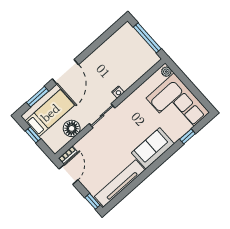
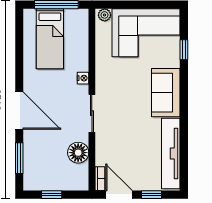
bed: (50, 113) -> (50, 39), moved, turned 180
window: (92, 201) -> (152, 195), moved

